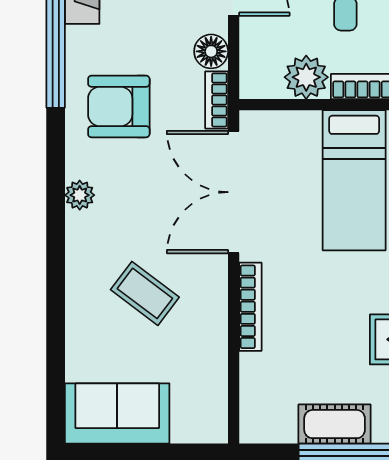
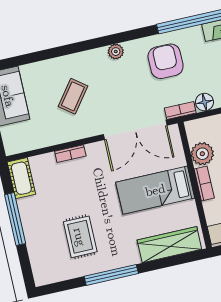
double door: (234, 192) -> (135, 130), swing flipped
bookcase: (250, 307) -> (70, 154), width x0.64
cot: (335, 424) -> (21, 178), moved

